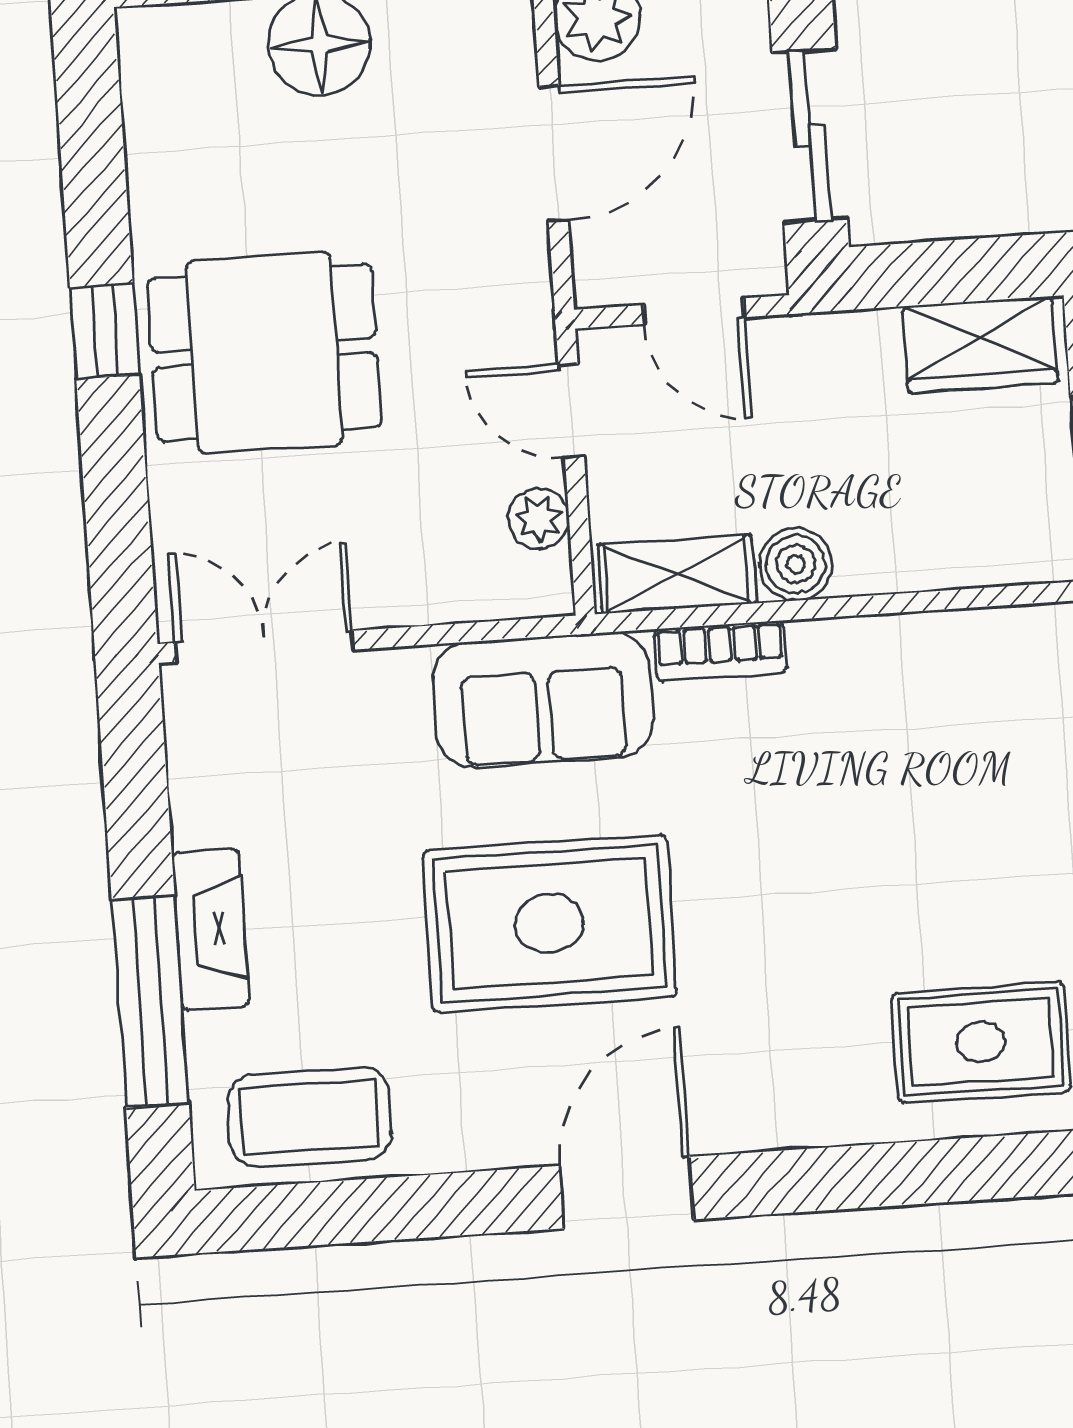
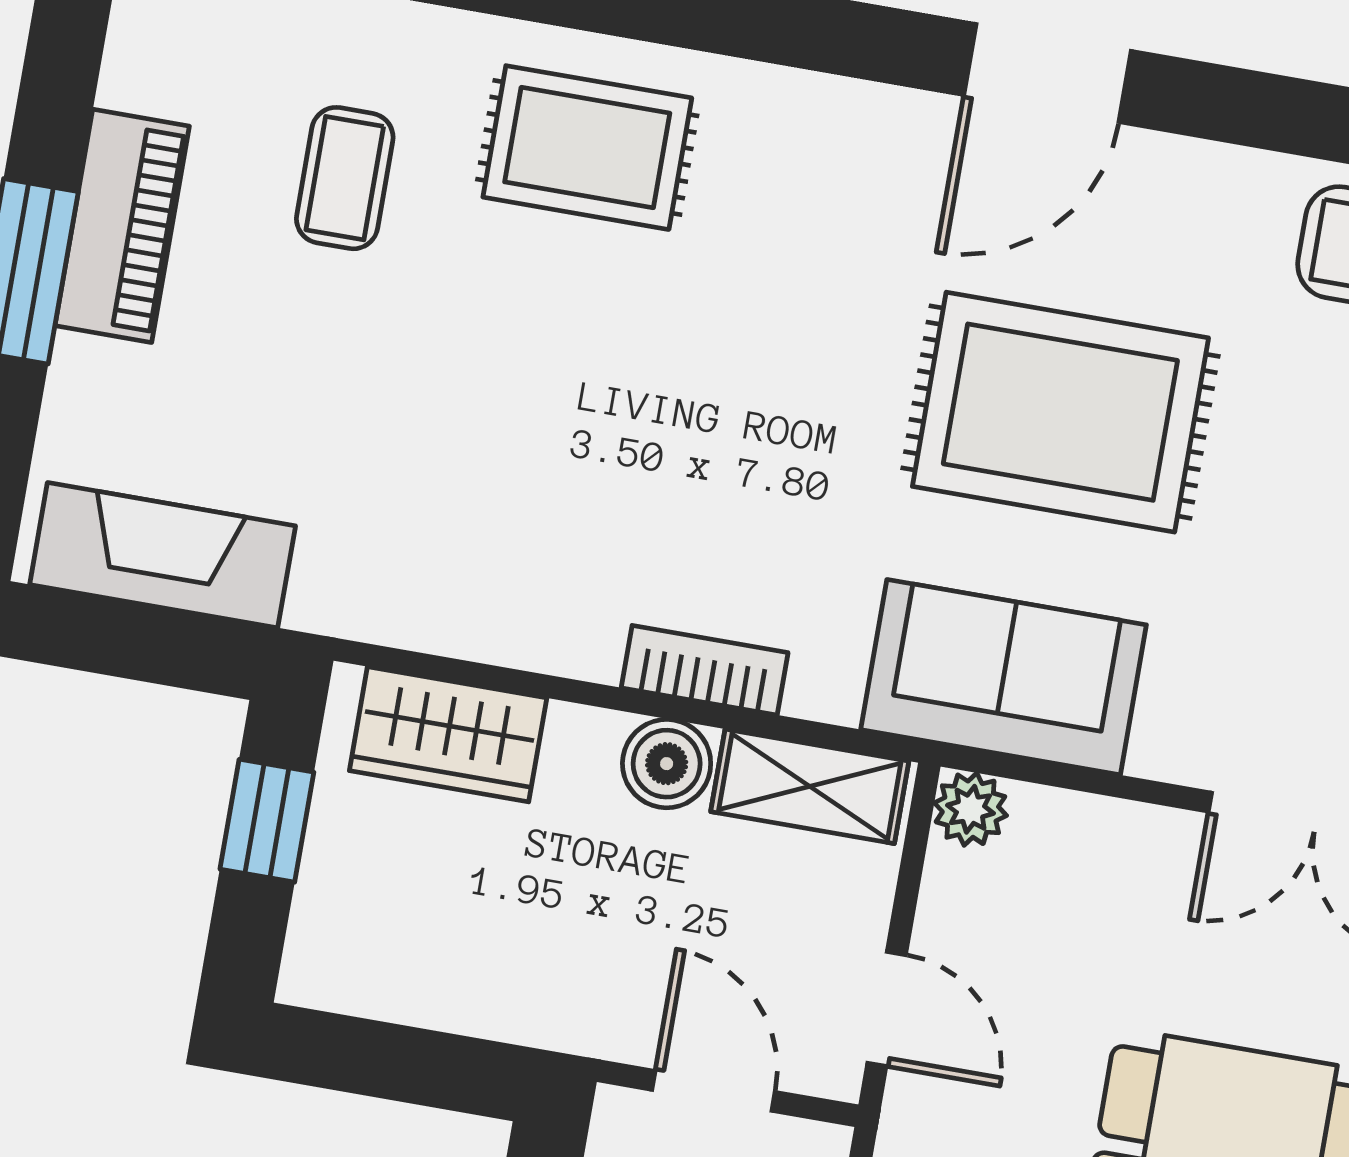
wardrobe: (980, 345) -> (448, 734), moved, turned 180
plant: (539, 519) -> (970, 809), moved
bookcase: (720, 651) -> (705, 670), moved

